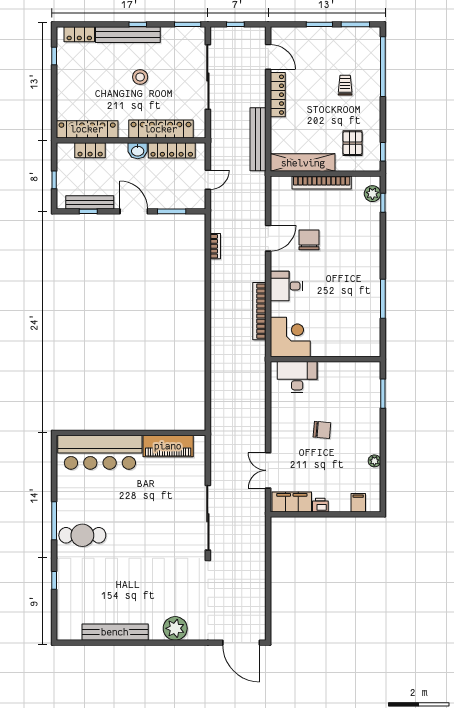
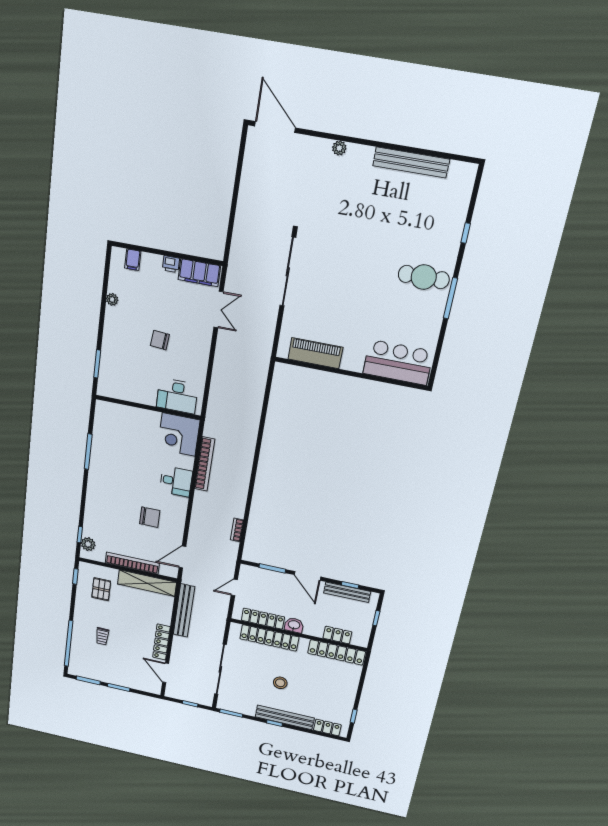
door: (268, 238) -> (182, 557), moved
chair: (309, 240) -> (150, 517), turned -90
bar counter: (100, 452) -> (398, 362), width x0.73
plant: (175, 628) -> (339, 148), width x0.53, depth x0.53

